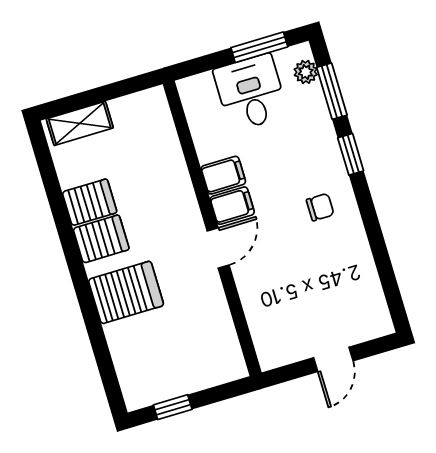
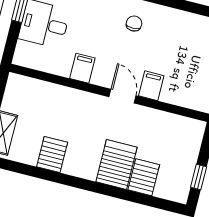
filing cabinet: (232, 206) -> (151, 86), moved
server rack: (101, 239) -> (144, 177), moved

